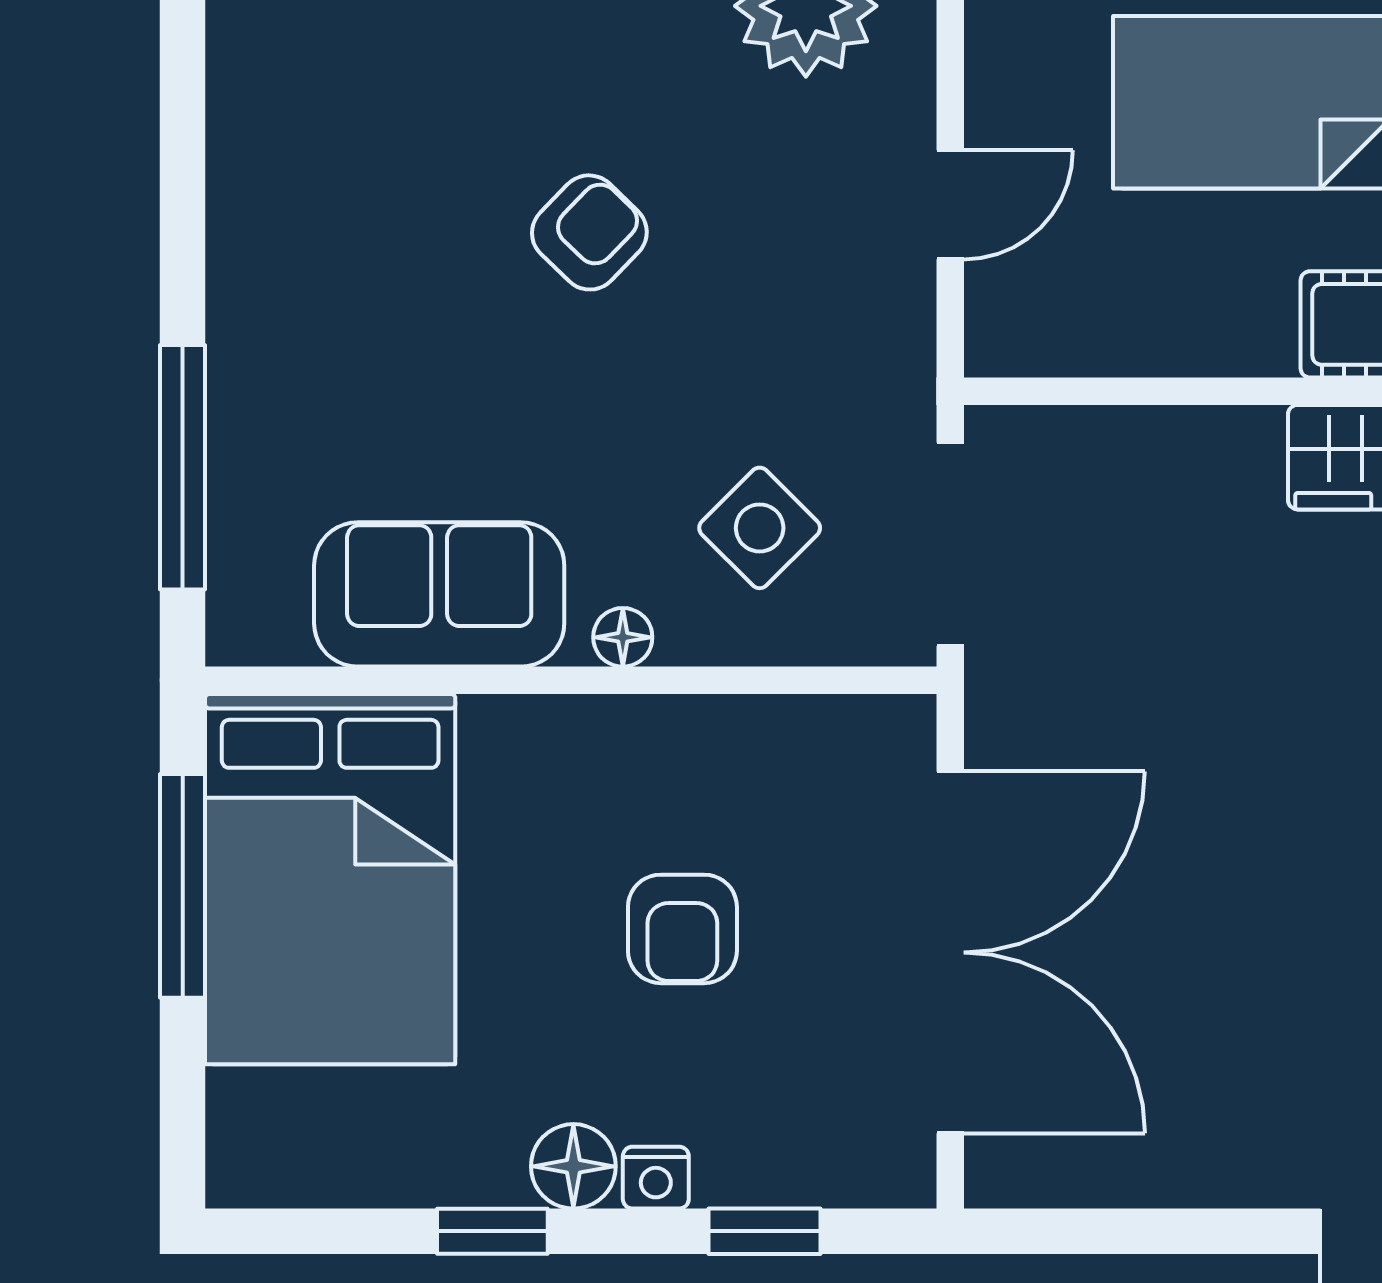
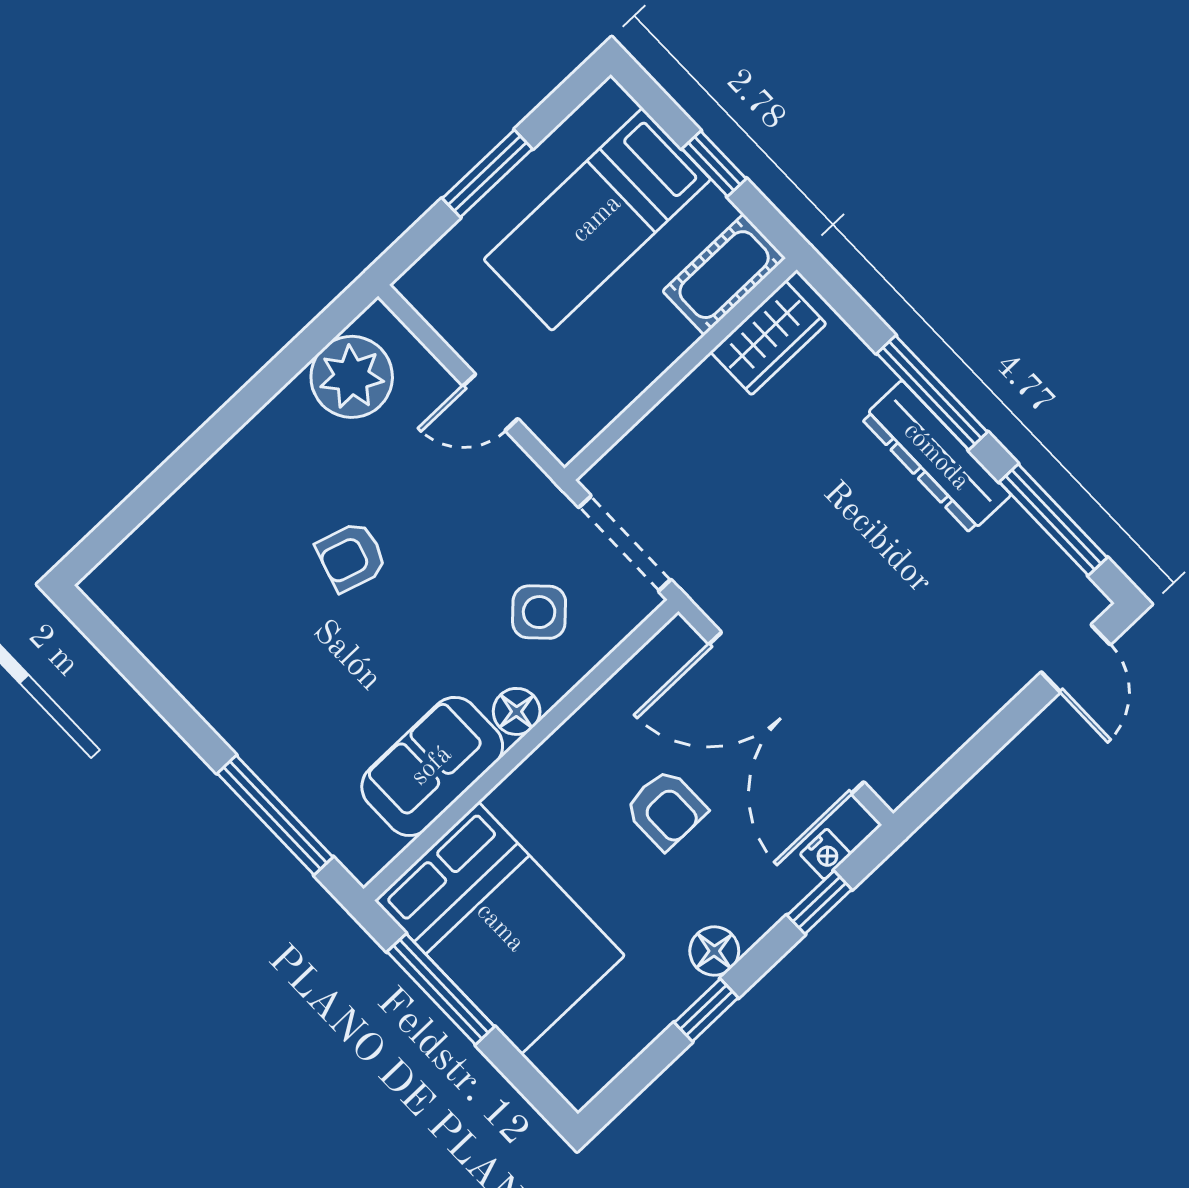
door: (950, 205) -> (490, 402), swing flipped
armchair: (589, 232) -> (351, 557), turned -117
floor lamp: (623, 637) -> (517, 711), width x1.37, depth x1.37
double door: (950, 952) -> (786, 713), swing flipped
nightstand: (656, 1178) -> (826, 854), moved

